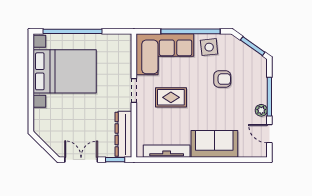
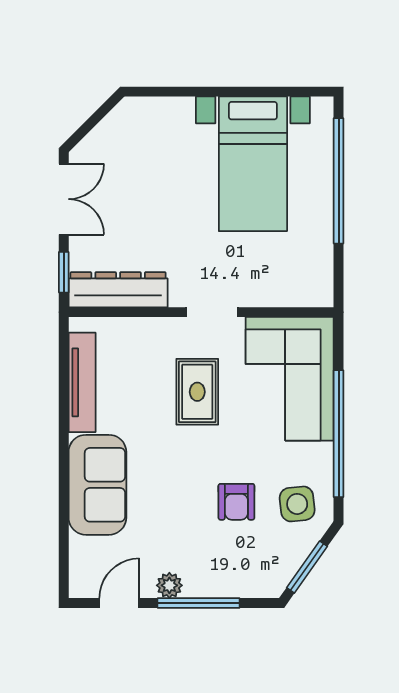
side table: (209, 47) -> (297, 504), moved
bed with nightstands: (65, 71) -> (253, 164), width x0.73

